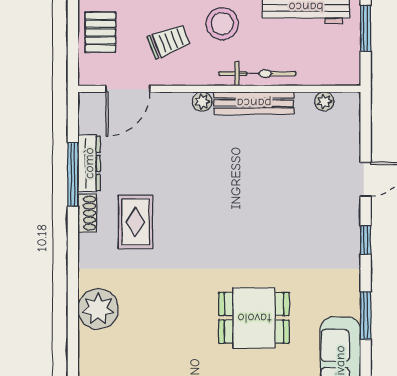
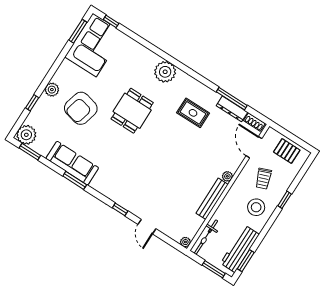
bicycle: (257, 74) -> (206, 237), moved
plant: (324, 101) -> (185, 242), moved
shoe rack: (87, 213) -> (254, 122), moved
window: (366, 316) -> (75, 180), moved
dining table: (254, 318) -> (132, 111), moved

